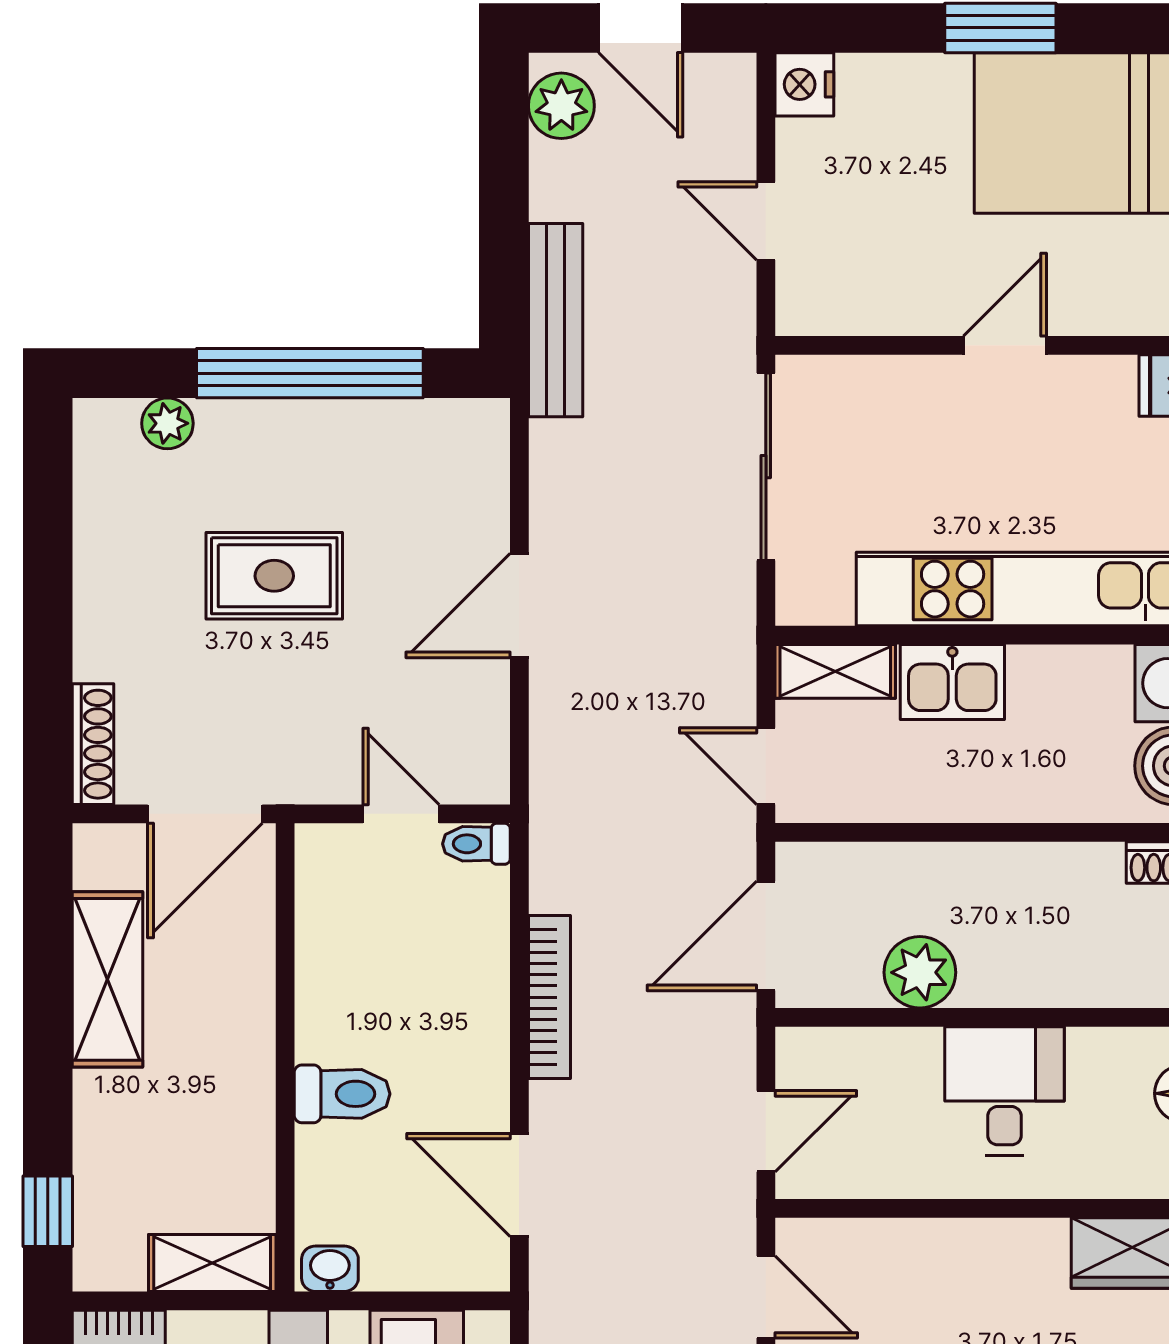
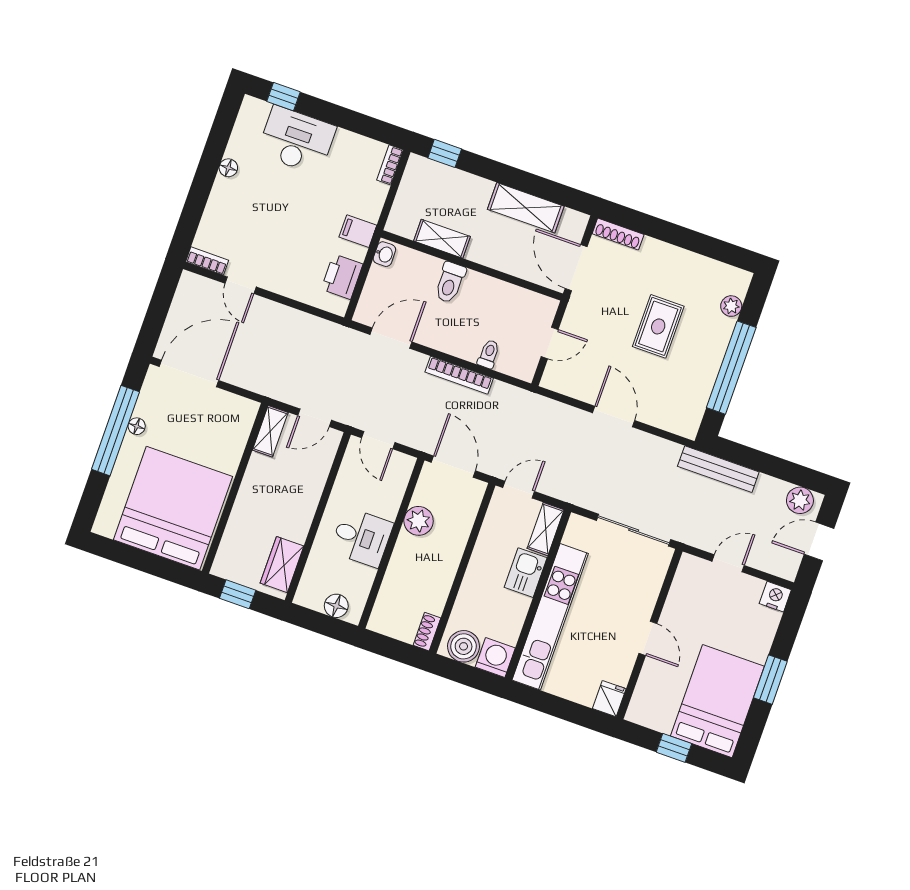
toilet: (476, 844) -> (489, 354), moved
shelving: (212, 1263) -> (442, 239), moved, turned 90

